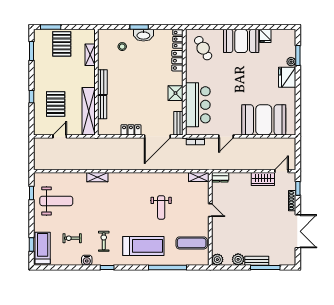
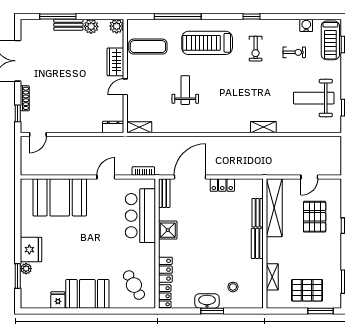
pallet: (62, 44) -> (307, 290), turned 90
wardrobe: (263, 179) -> (115, 62), moved, turned -90
door: (210, 210) -> (125, 87), hinge flipped
water cooler: (87, 260) -> (306, 25), moved

